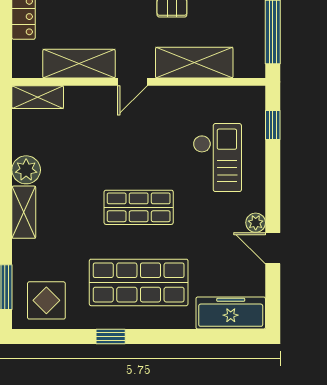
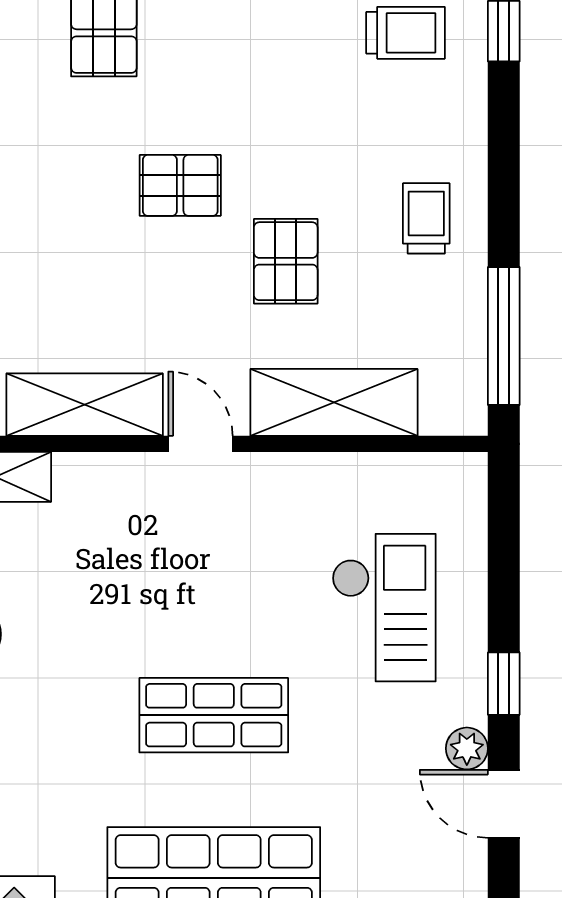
door: (133, 82) -> (200, 444), swing flipped
window: (273, 125) -> (504, 684), moved

